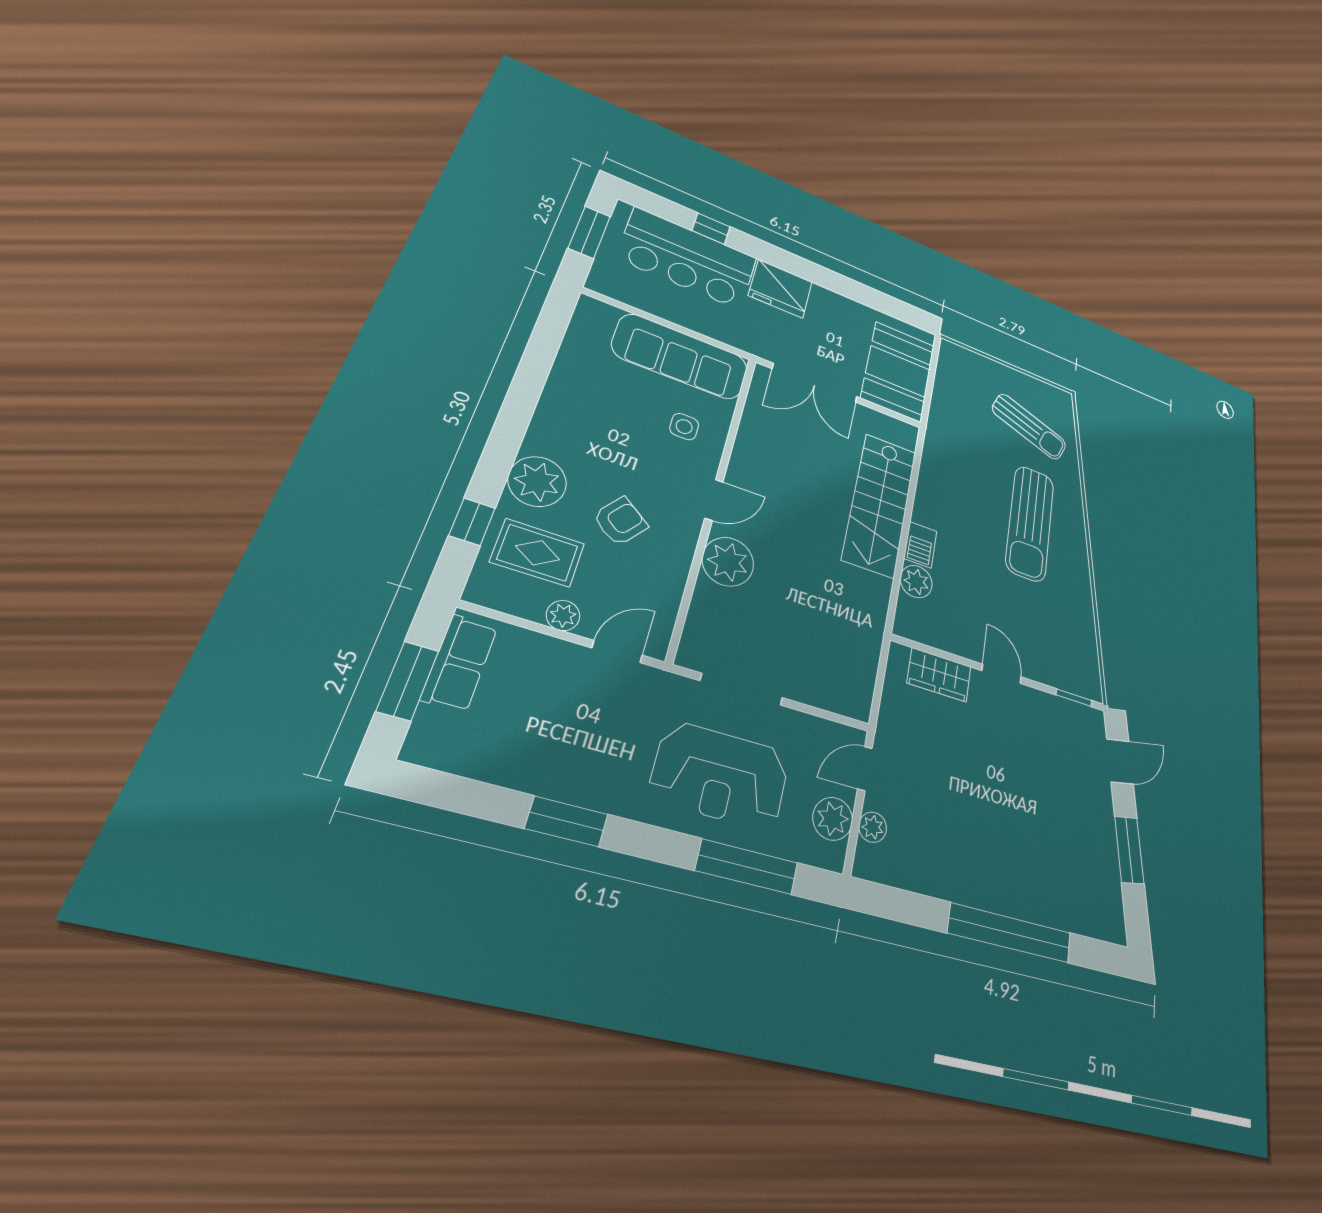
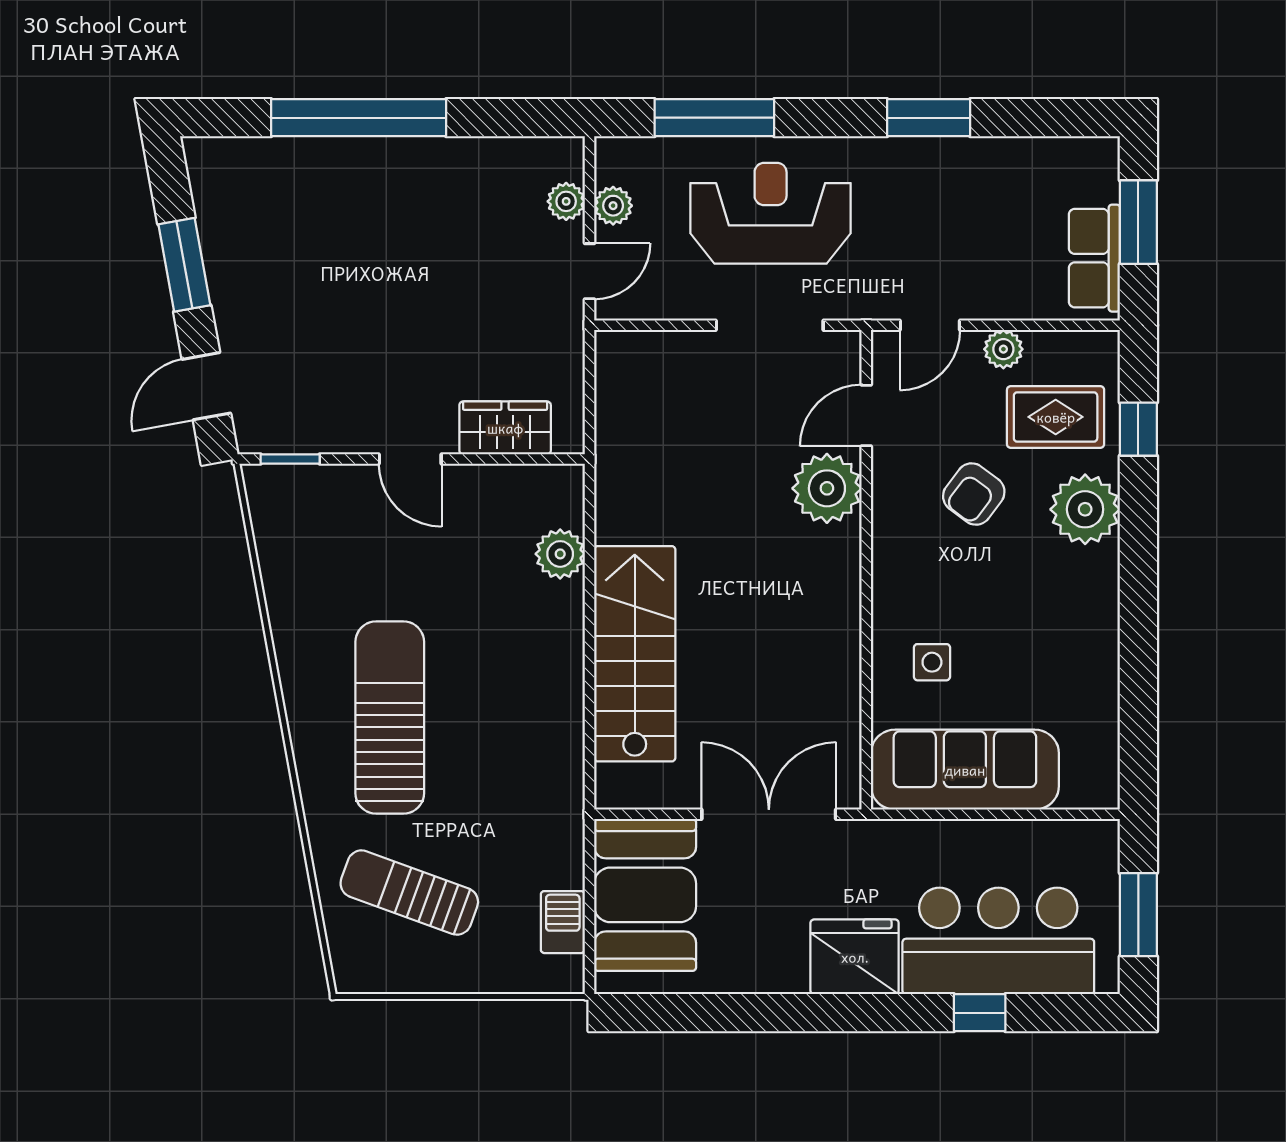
door: (714, 500) -> (866, 415), moved
barbecue: (920, 545) -> (563, 922), moved
plant: (833, 819) -> (613, 206), width x0.73, depth x0.73

